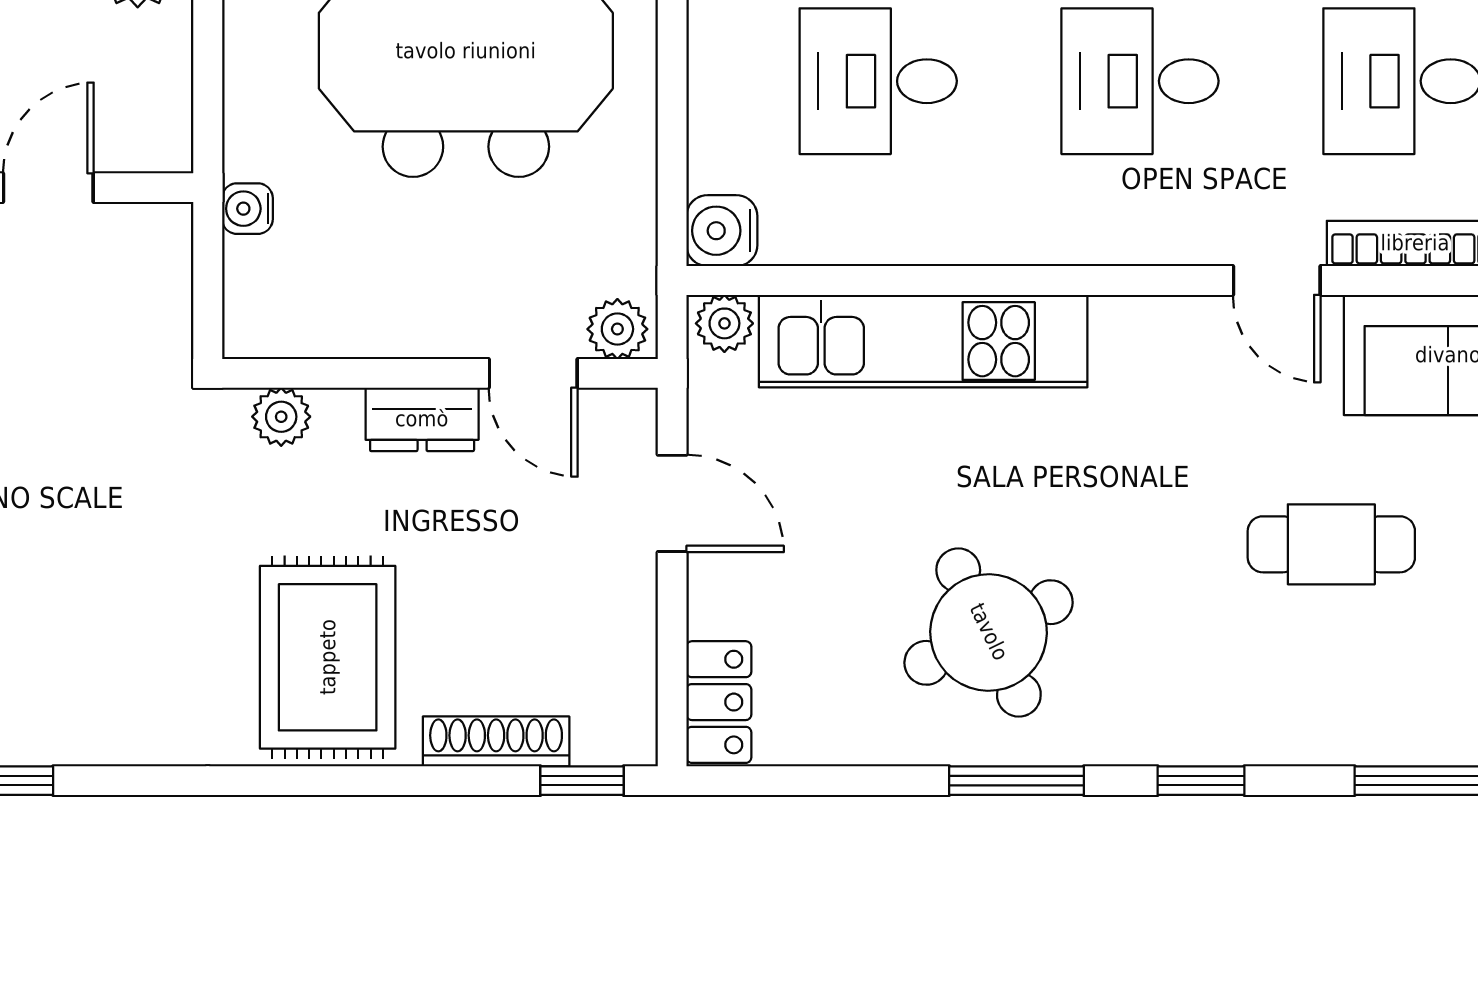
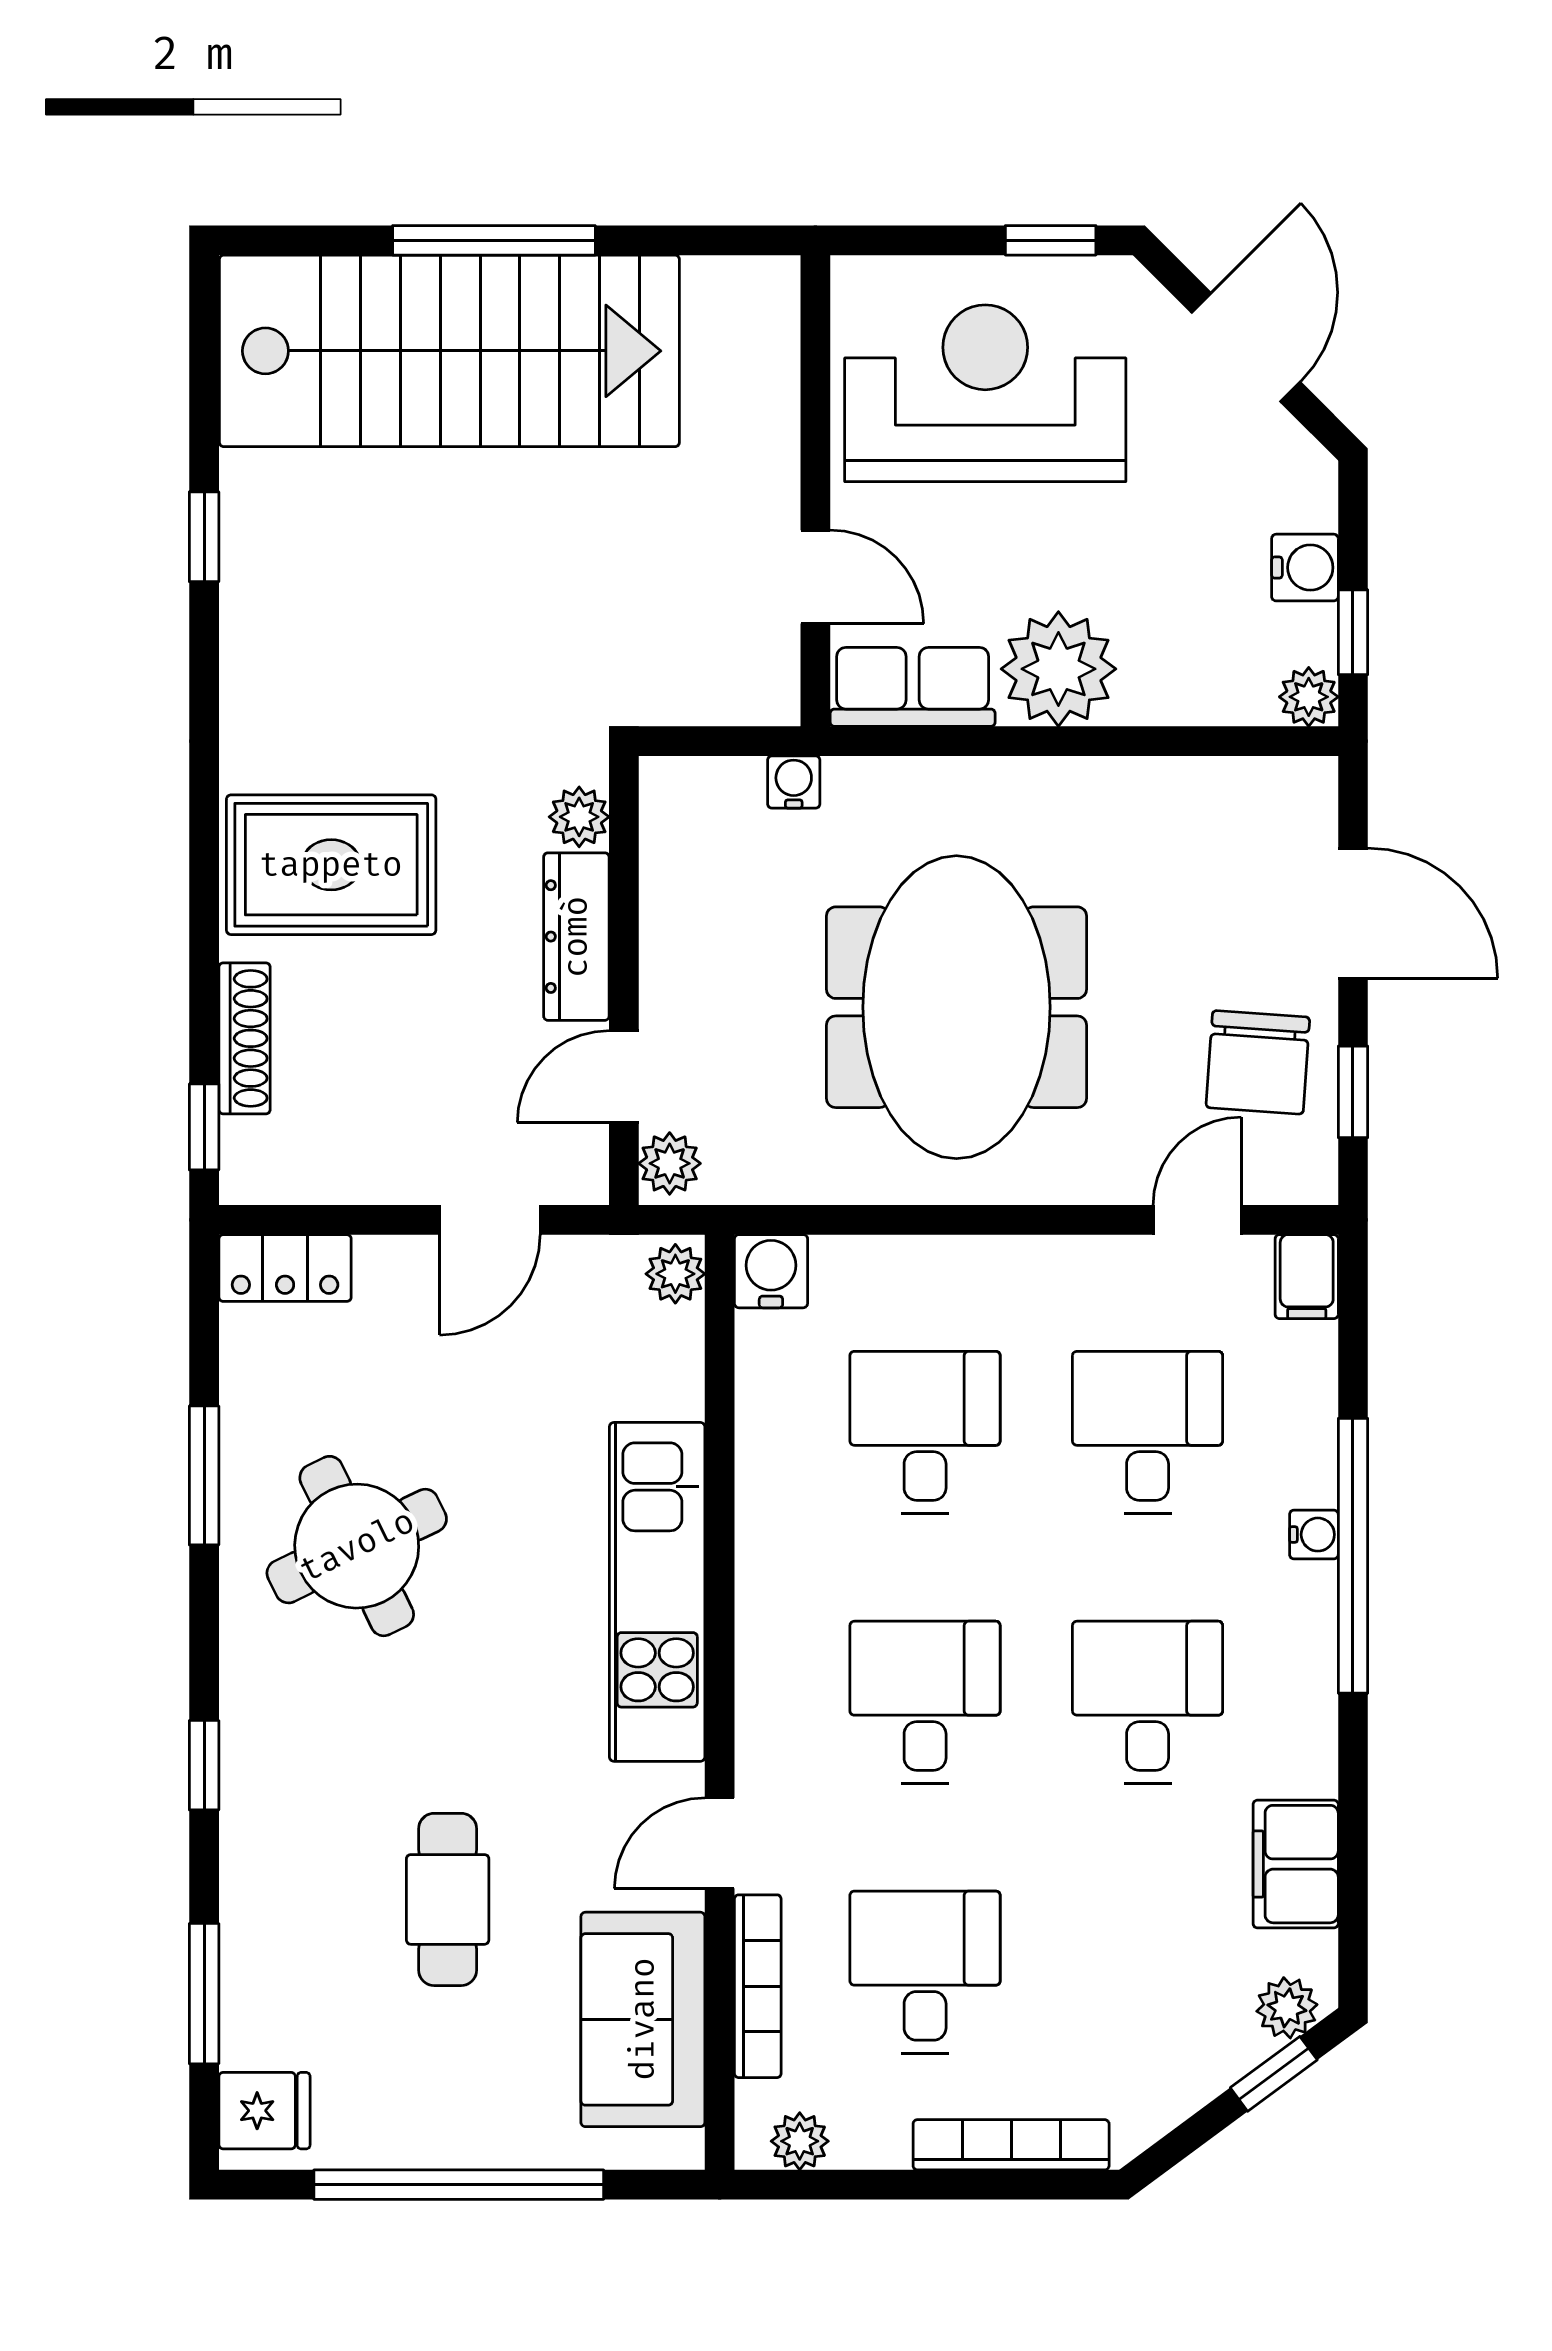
row of seats: (155, 93) -> (913, 687), added
kitchen unit: (923, 341) -> (657, 1592), moved
dresser: (422, 419) -> (576, 937), width x1.44
window: (1016, 781) -> (204, 1475), moved

